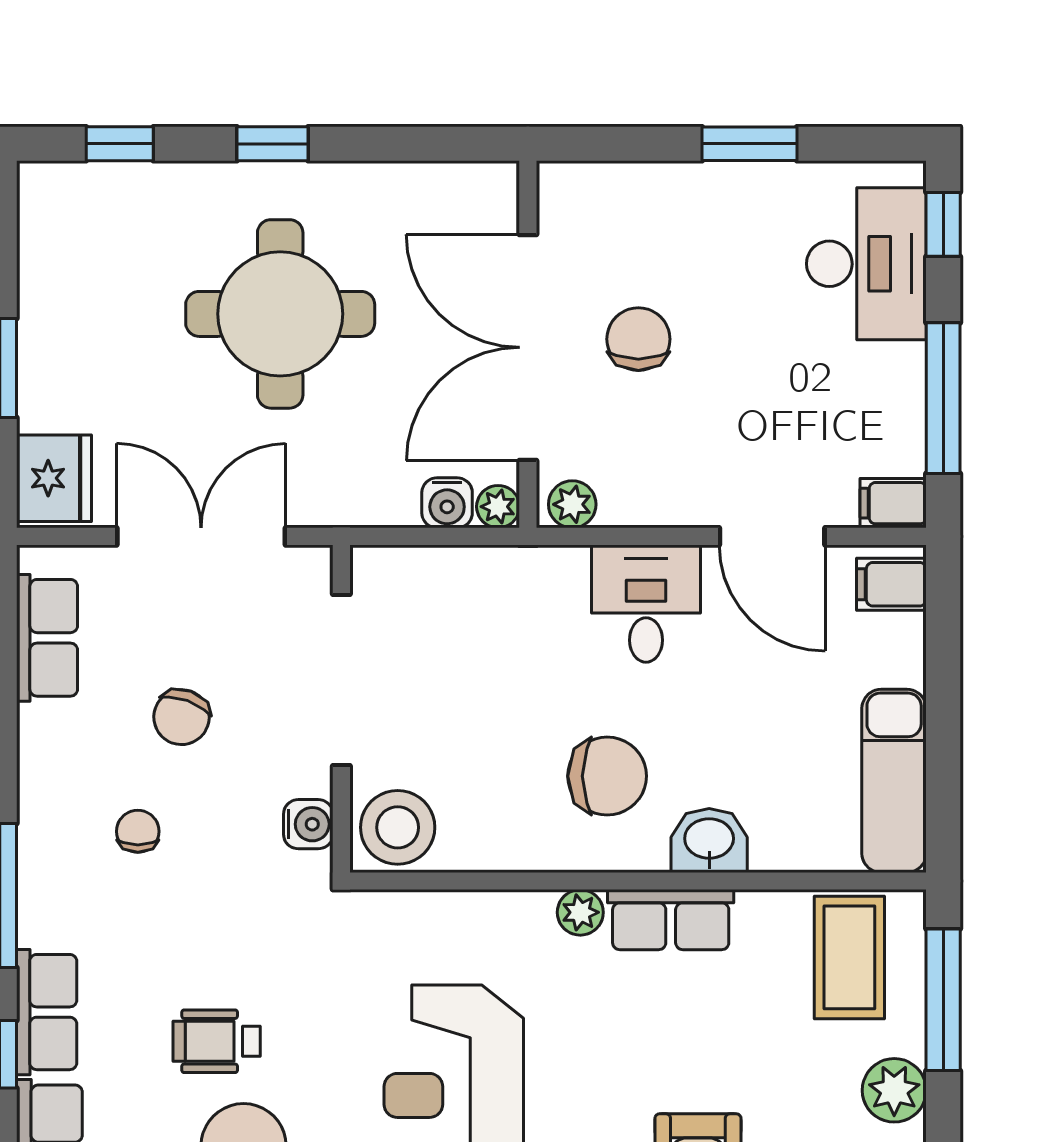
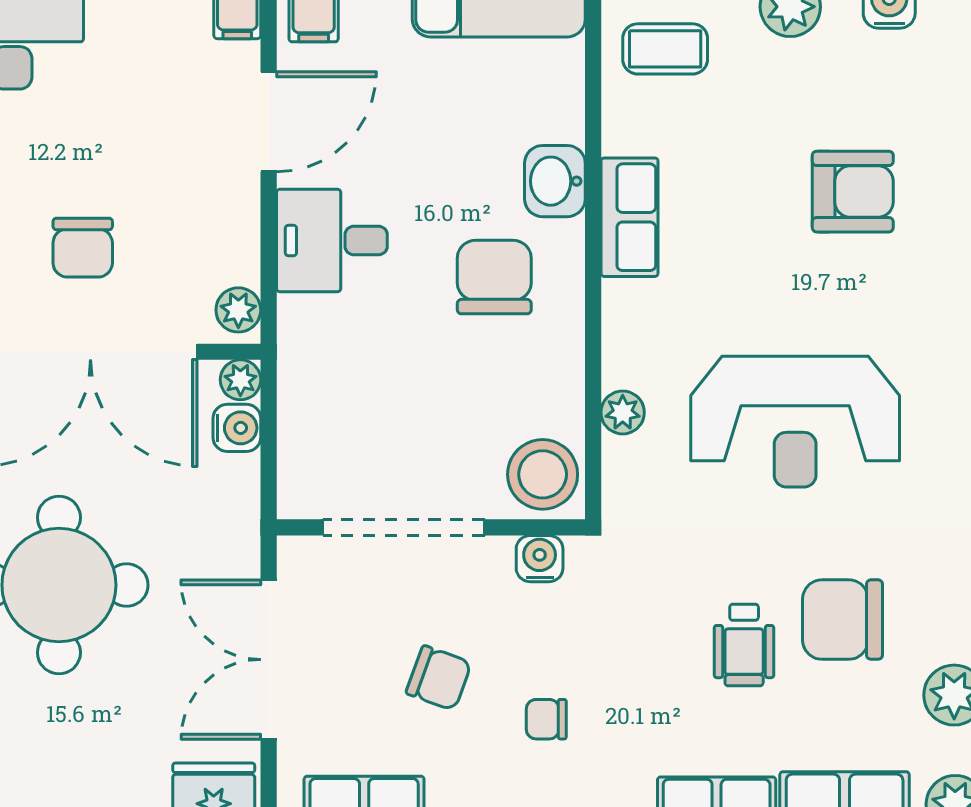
chair: (638, 339) -> (83, 248), turned -90
plant: (580, 912) -> (623, 412), moved
coffee table: (849, 957) -> (665, 49), width x0.73, depth x0.77

